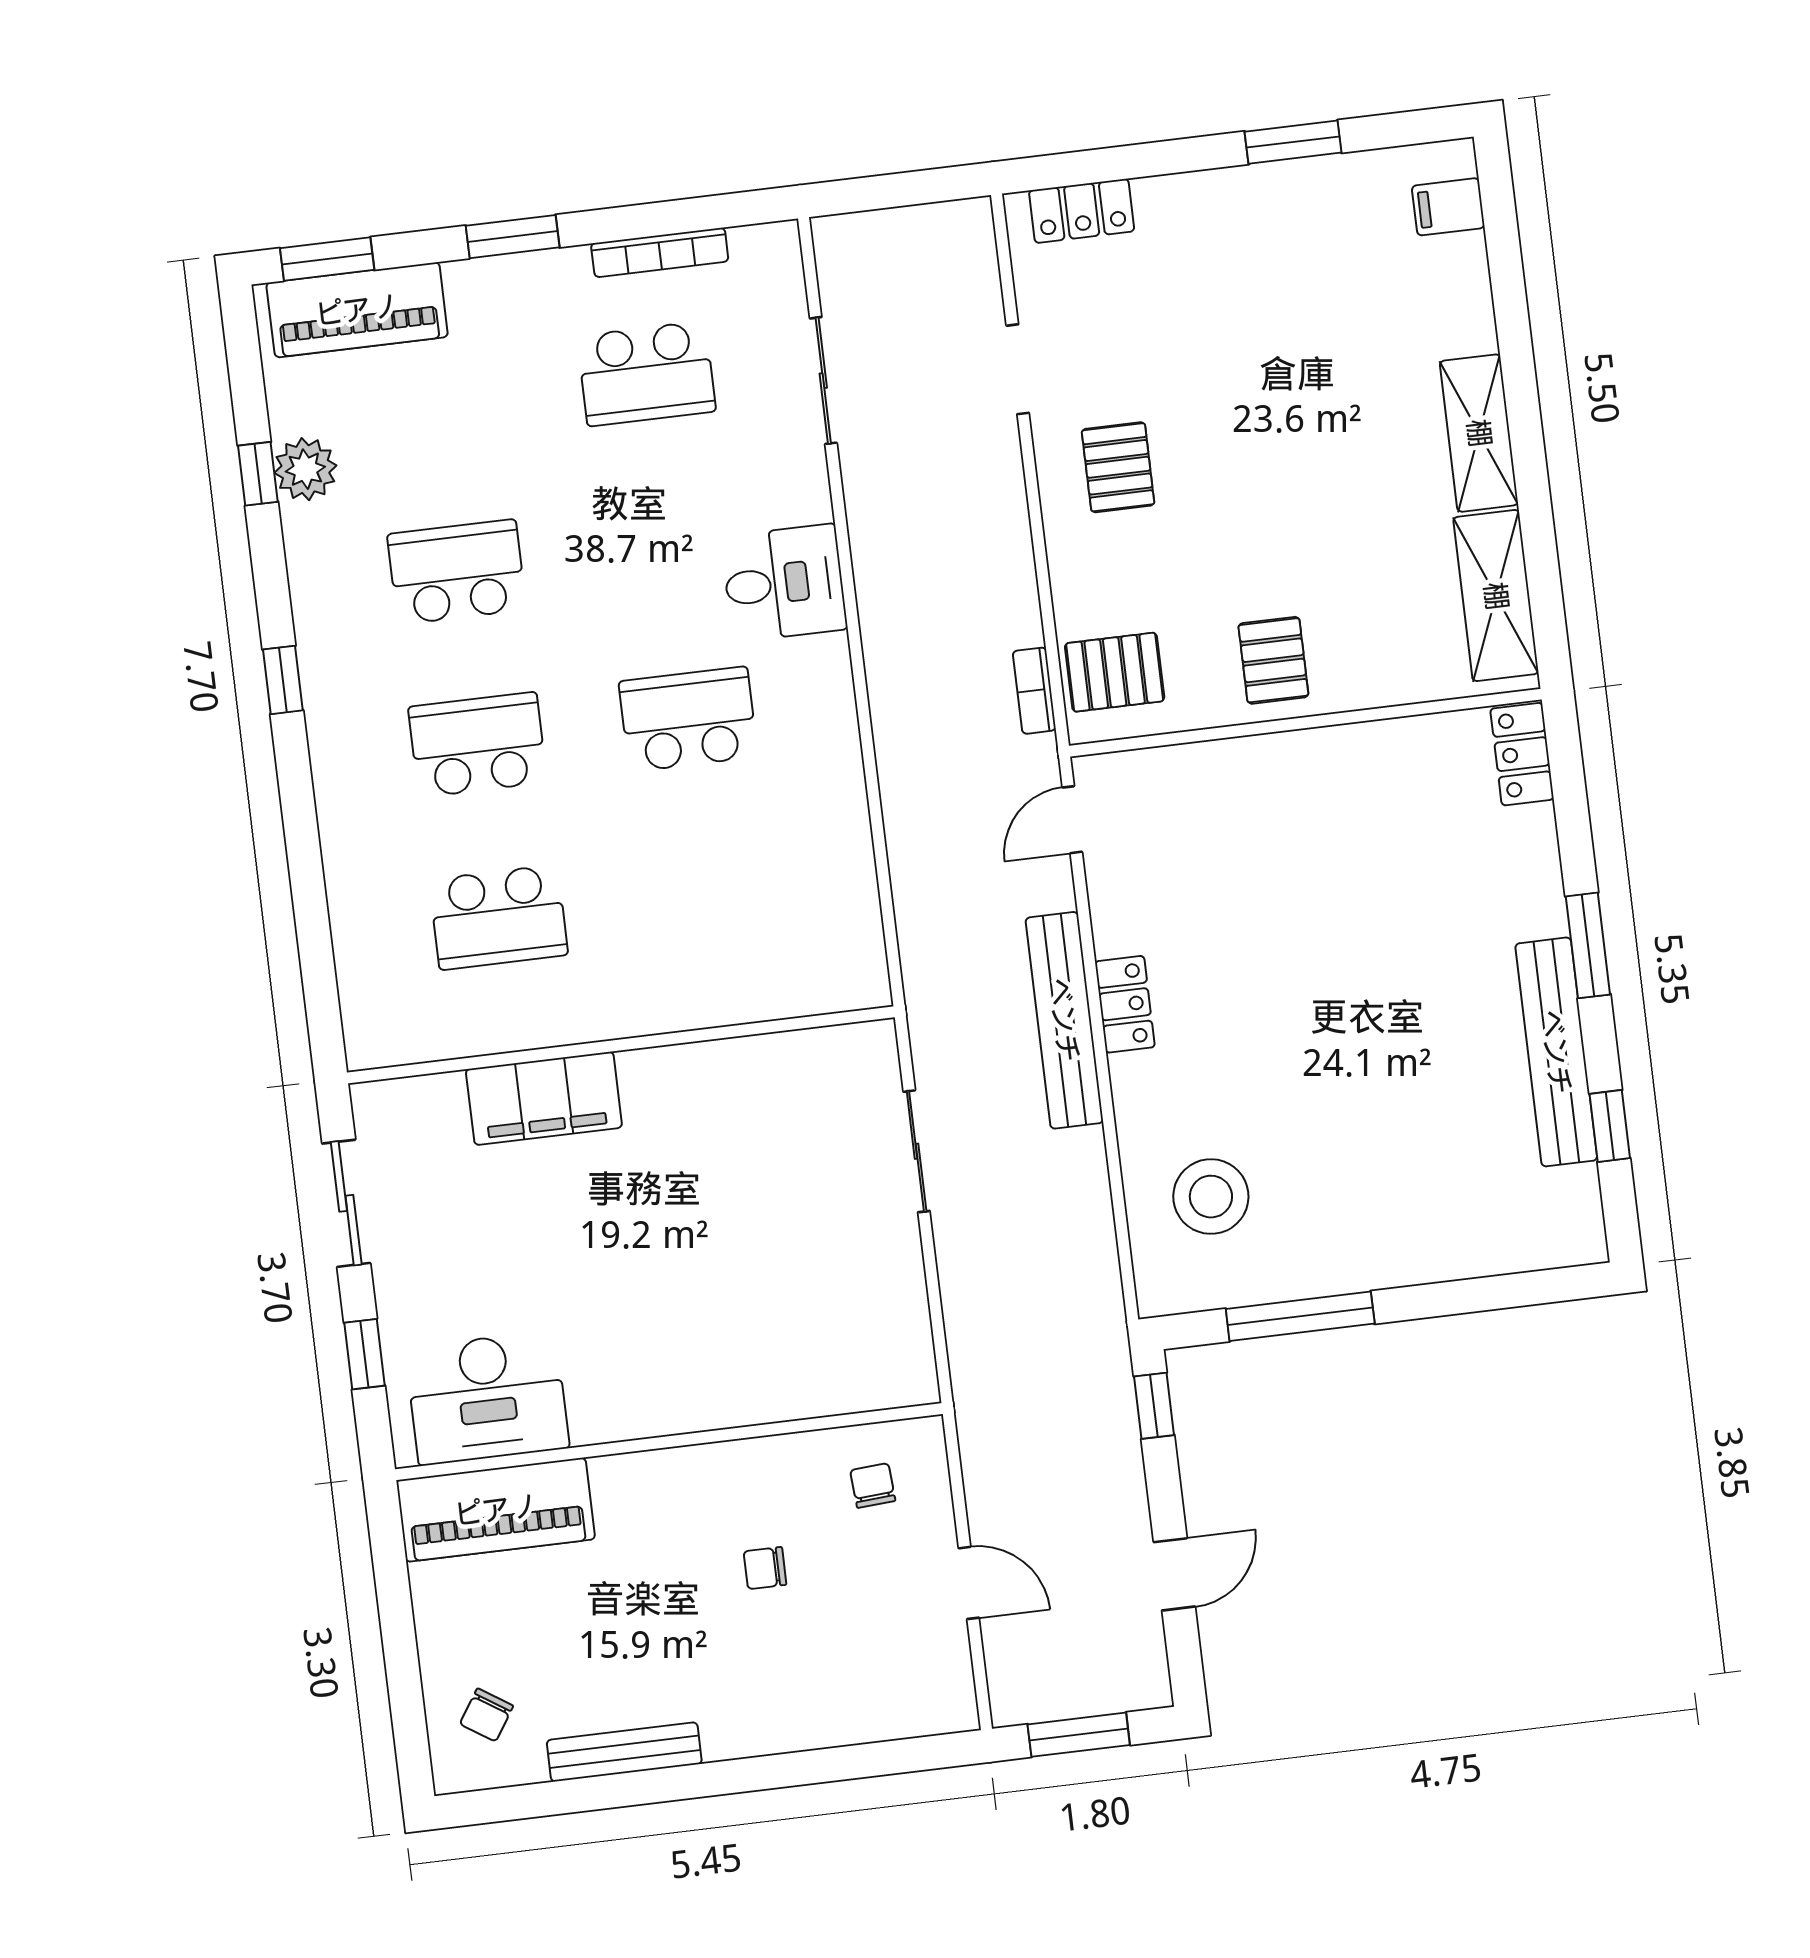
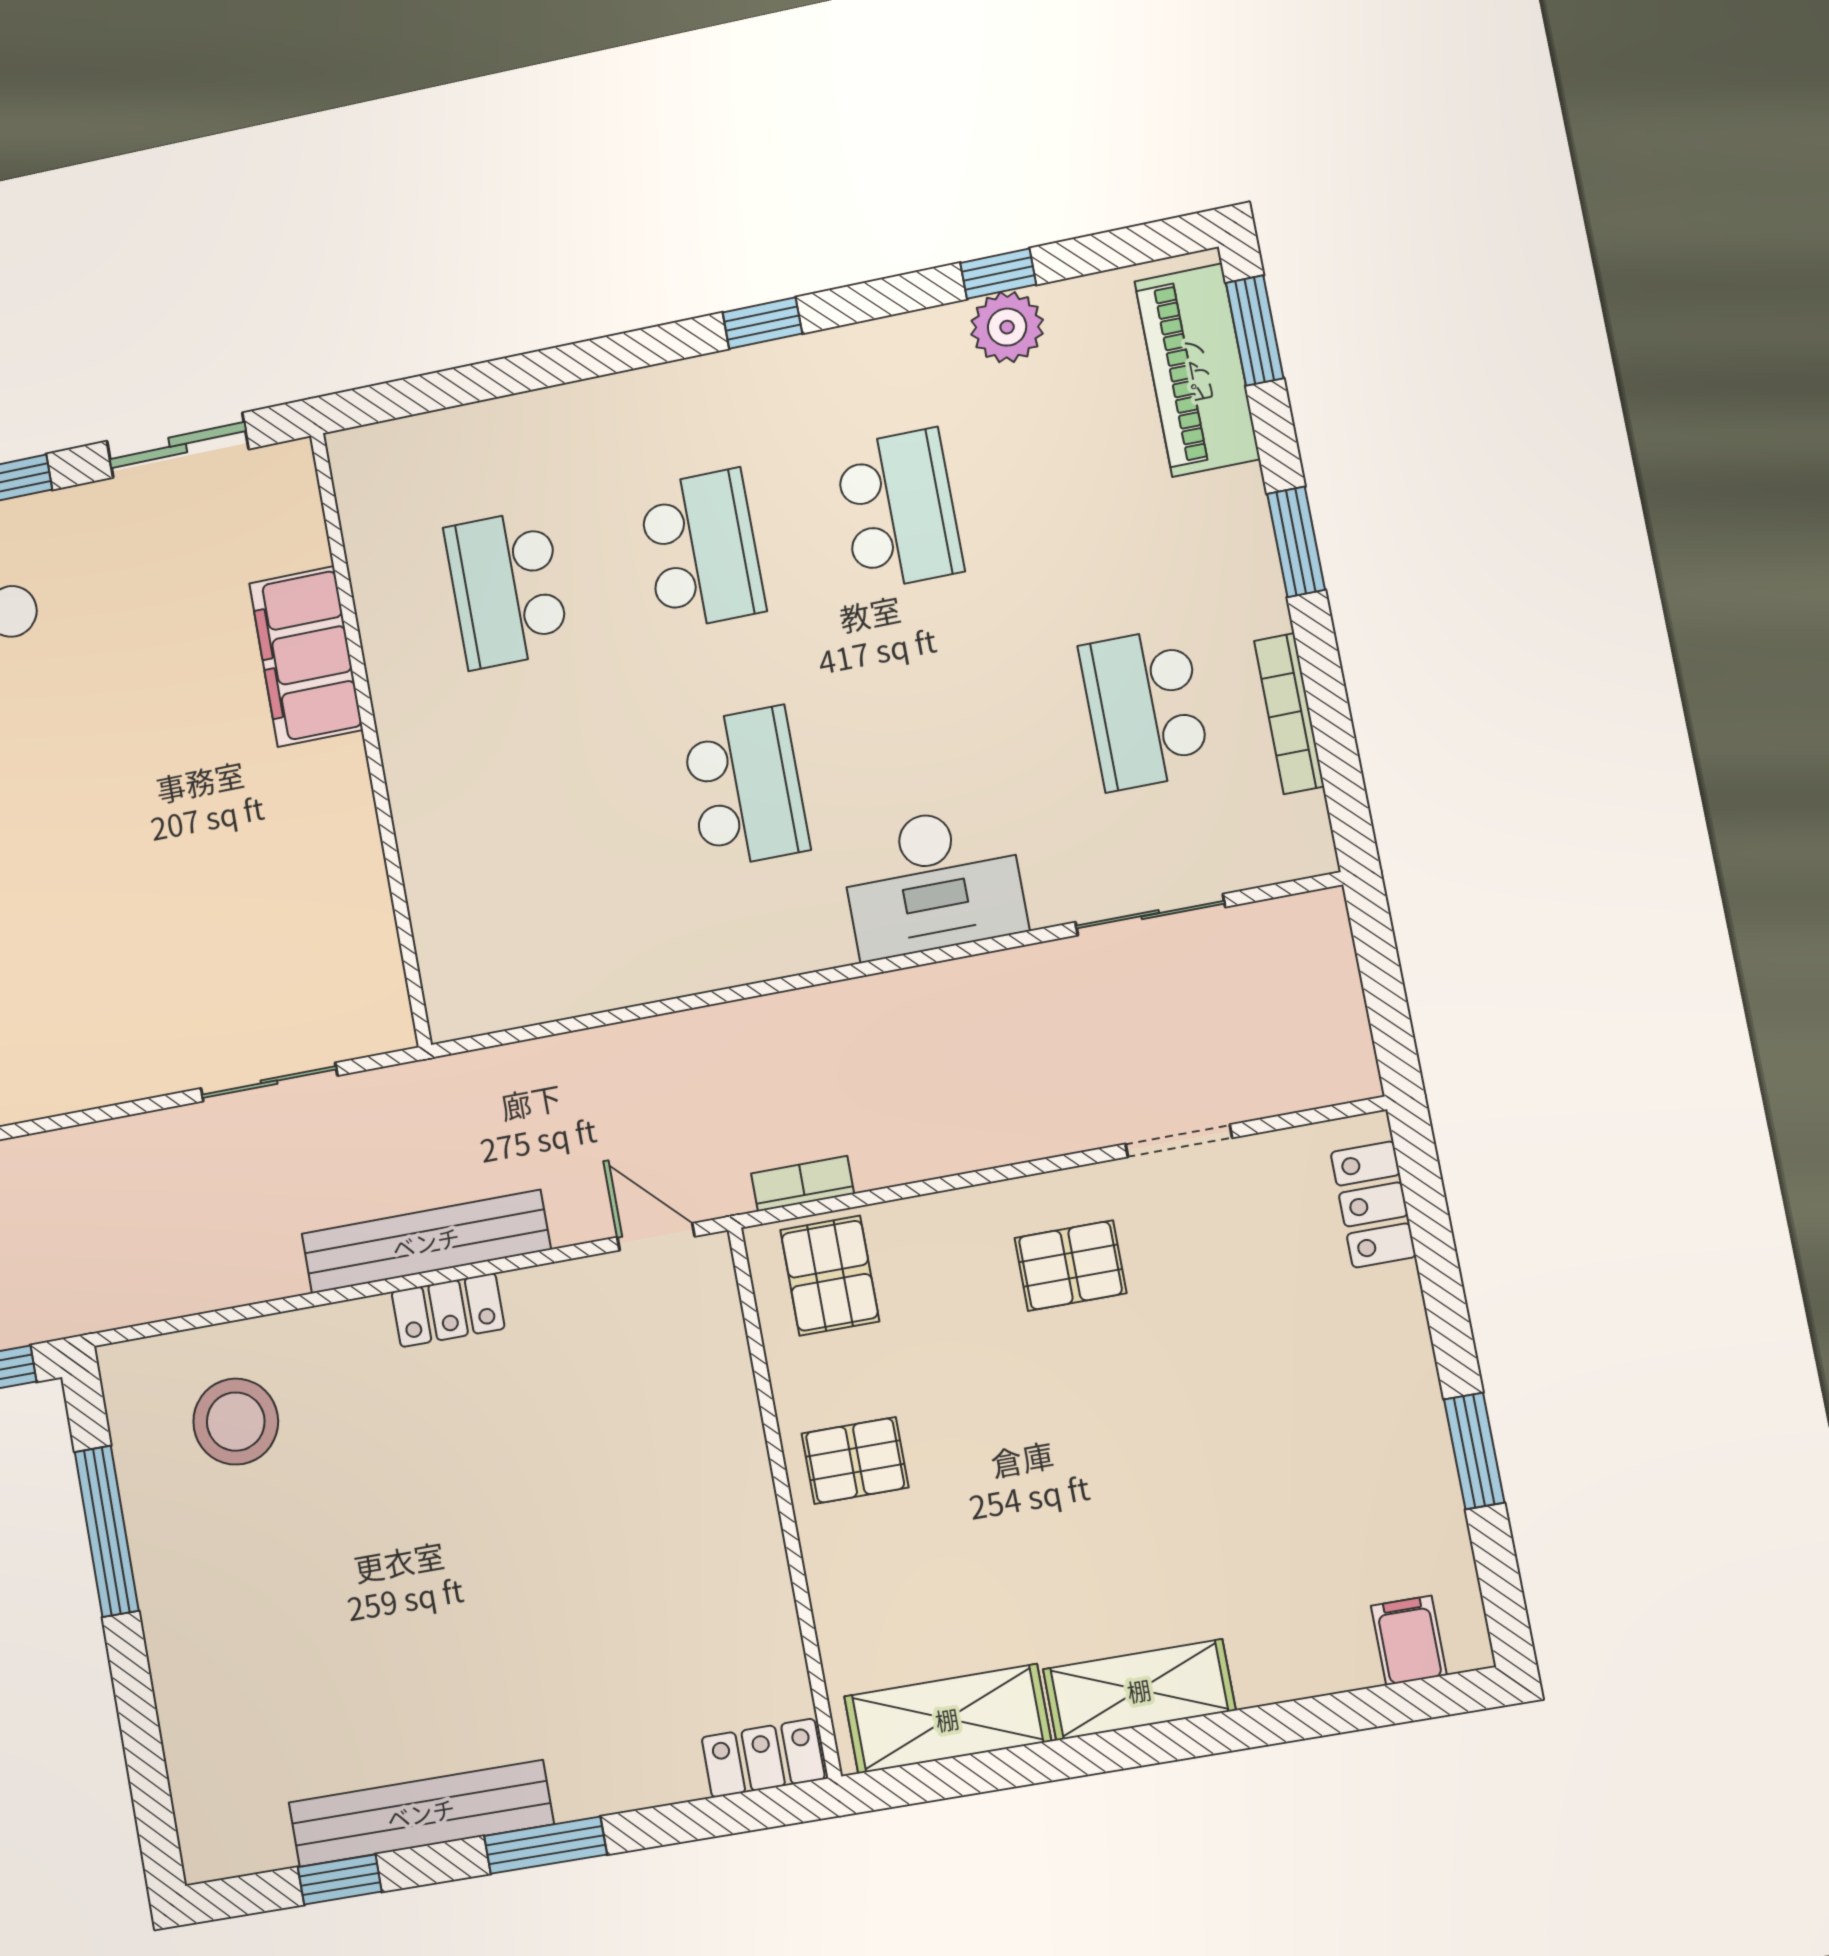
desk: (784, 583) -> (933, 882), width x1.37

